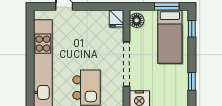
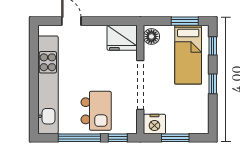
fridge: (117, 19) -> (122, 38), width x1.88, depth x1.34
window: (192, 81) -> (213, 84), moved

